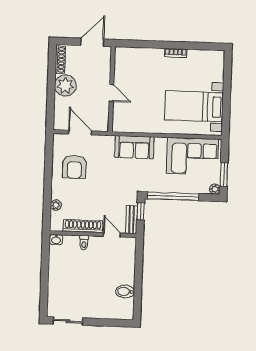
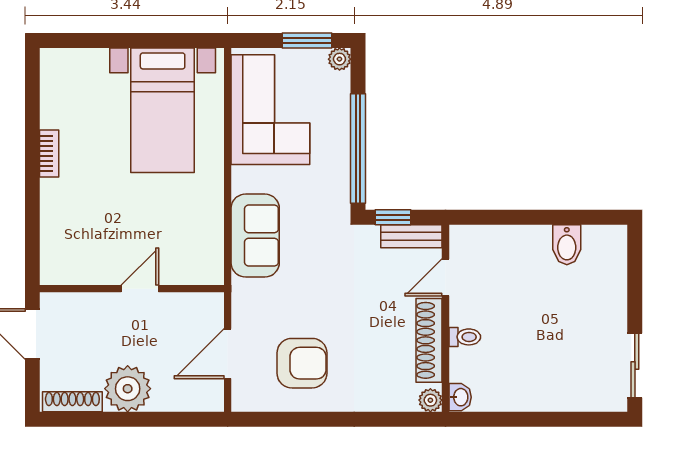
plant: (56, 205) -> (430, 400), moved

